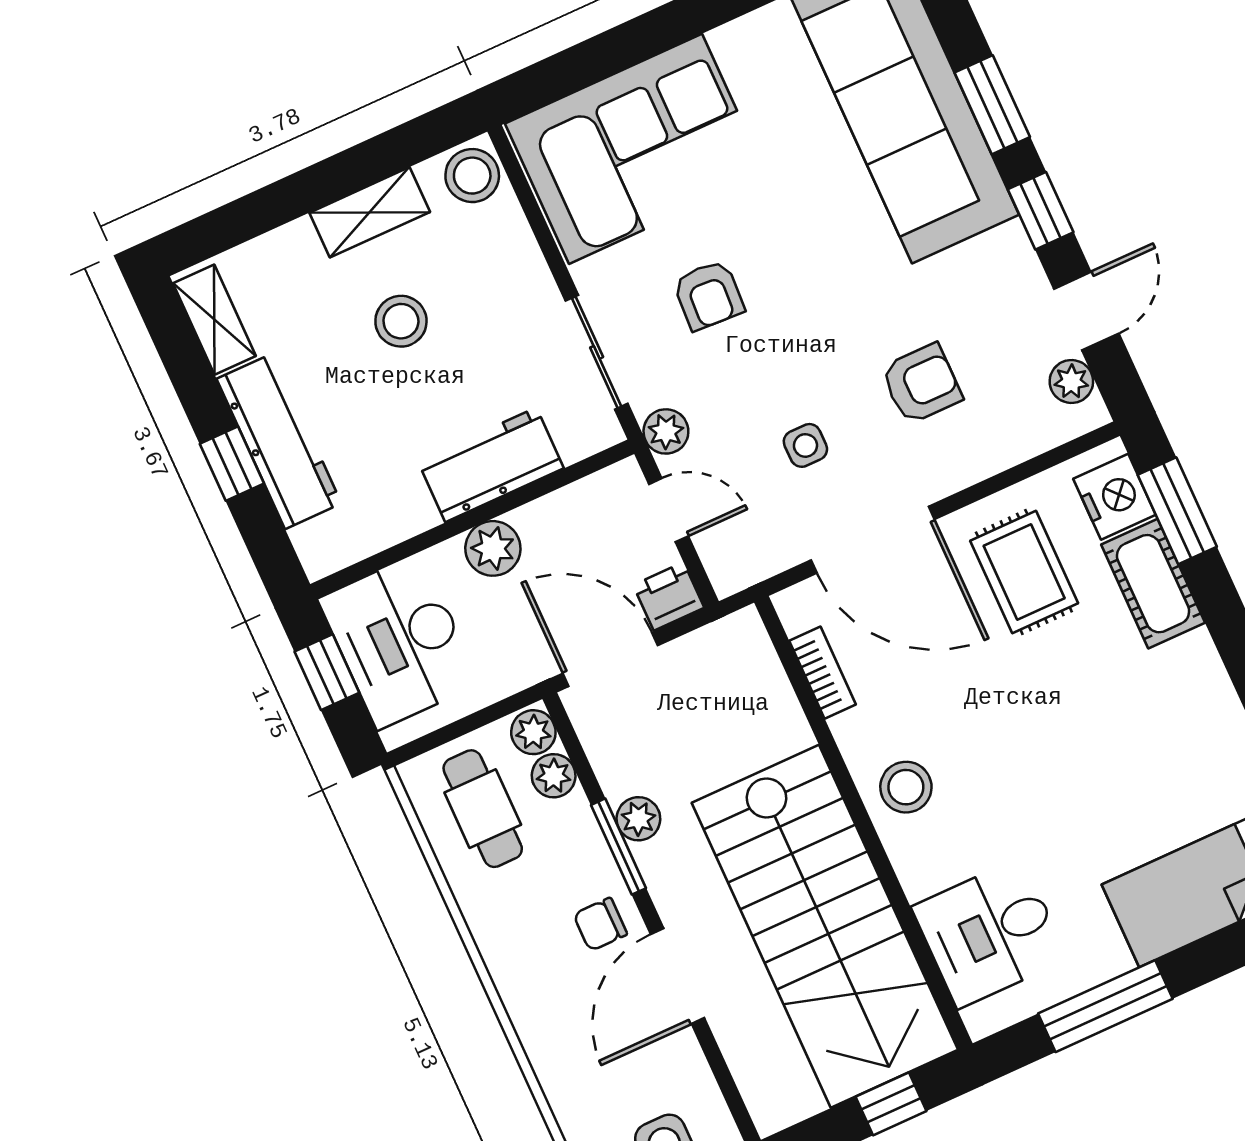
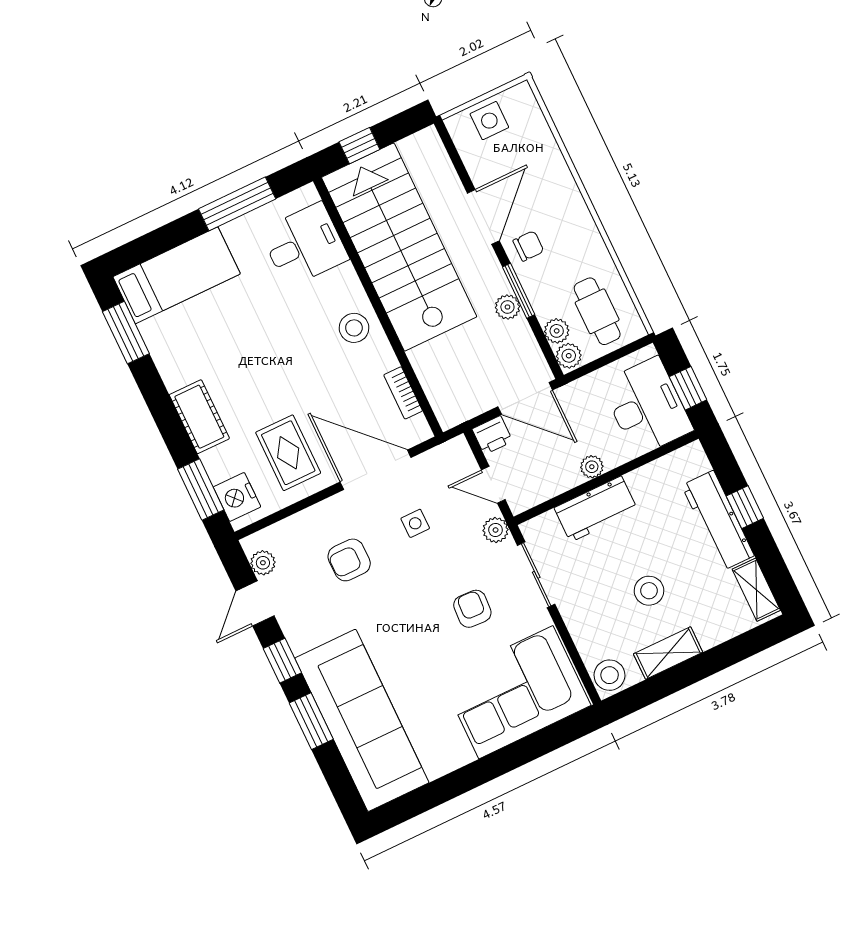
plant: (493, 548) -> (592, 467), width x0.73, depth x0.73
cot: (1153, 584) -> (199, 417), moved

